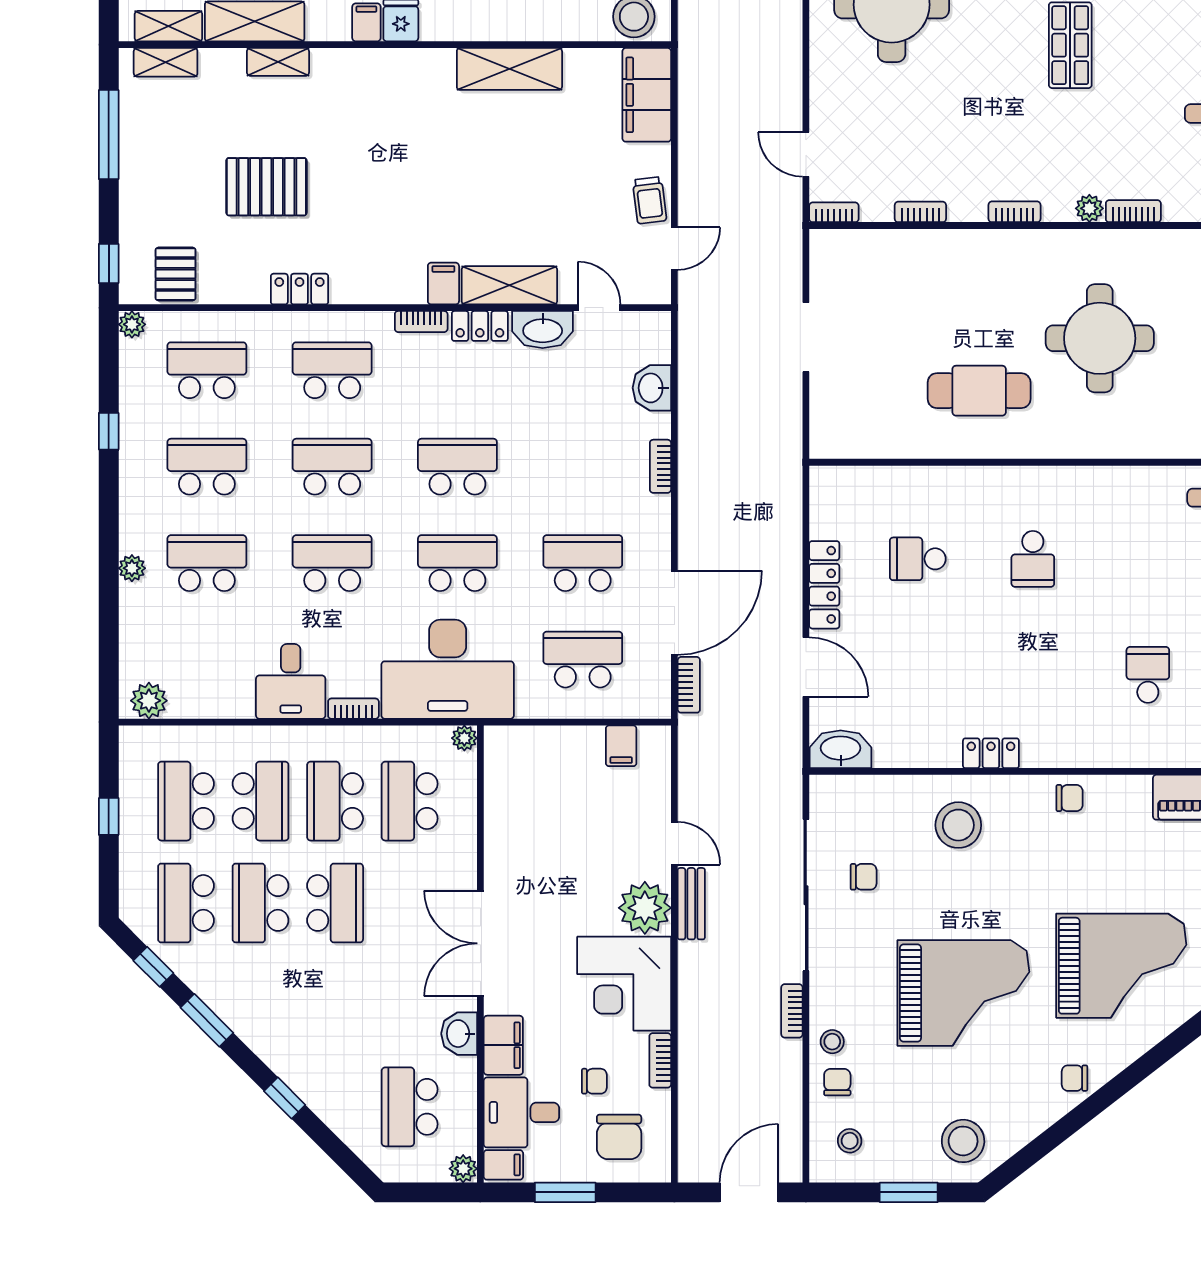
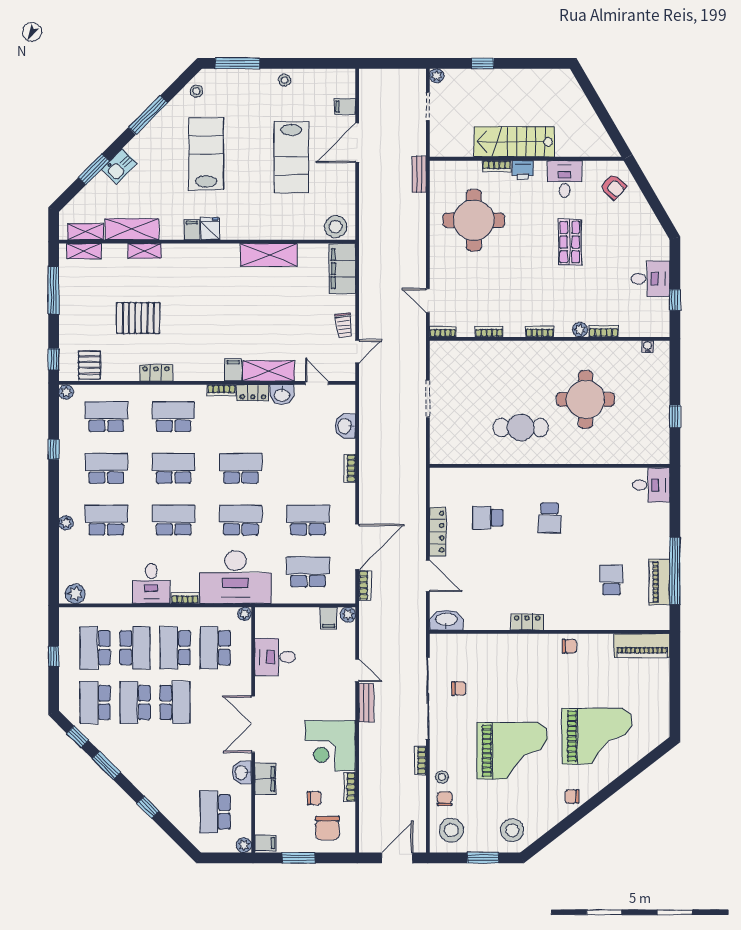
washbasin: (543, 330) -> (282, 395), width x0.72
stool: (958, 825) -> (510, 661), removed
plant: (645, 908) -> (348, 615), moved, width x0.53, depth x0.53
desk: (521, 1112) -> (275, 657), moved
stool: (850, 1141) -> (451, 830), width x1.89, depth x1.89

